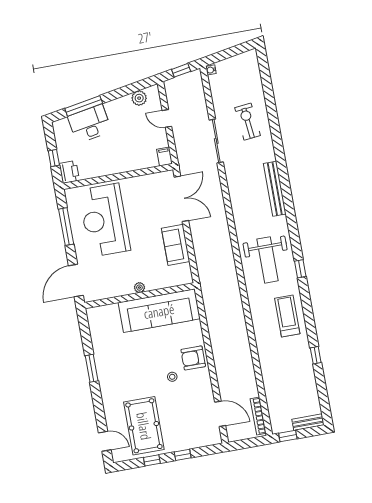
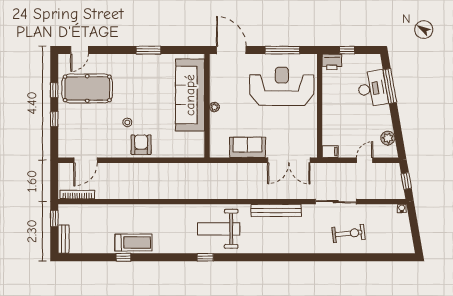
bench: (275, 189) -> (276, 210), moved
sofa: (159, 311) -> (190, 95), moved
treadmill: (287, 316) -> (133, 243), moved

